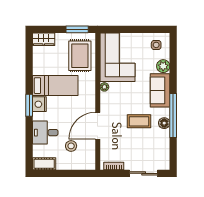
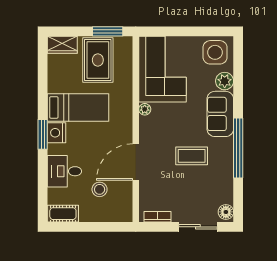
side table: (156, 45) -> (215, 52), width x1.87, depth x1.87
rug: (80, 56) -> (98, 60), moved
floor lamp: (164, 123) -> (226, 212), moved

